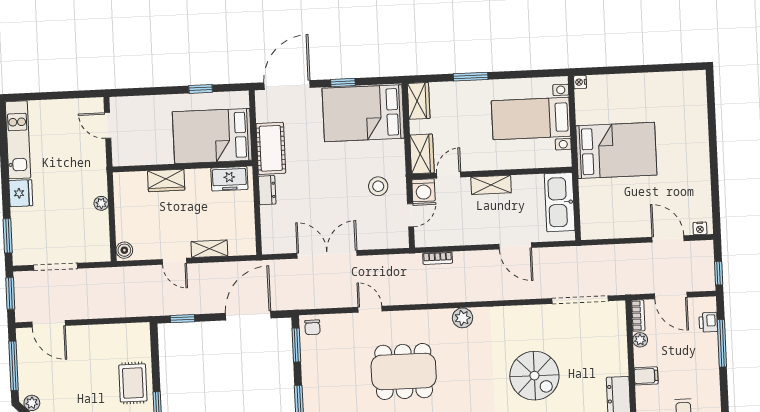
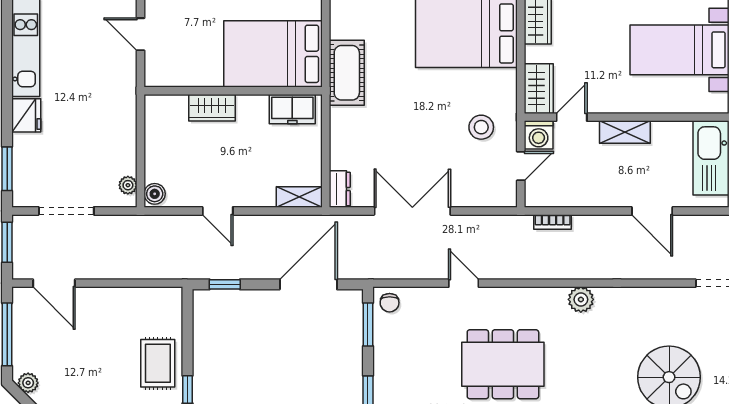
dresser: (267, 190) -> (340, 189), moved
plant: (101, 203) -> (128, 185), moved
shelving: (209, 249) -> (299, 197), moved

